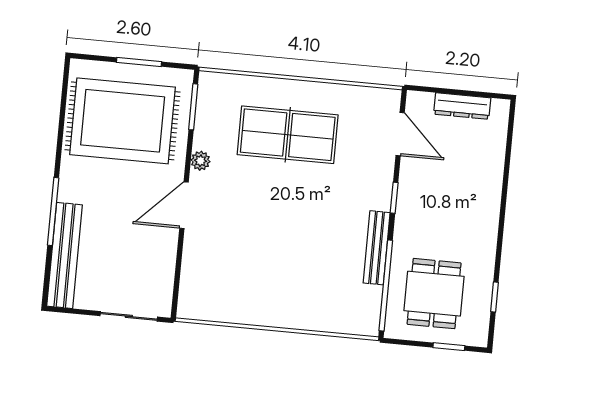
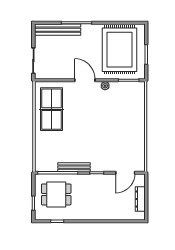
table tennis table: (288, 135) -> (52, 109), moved

